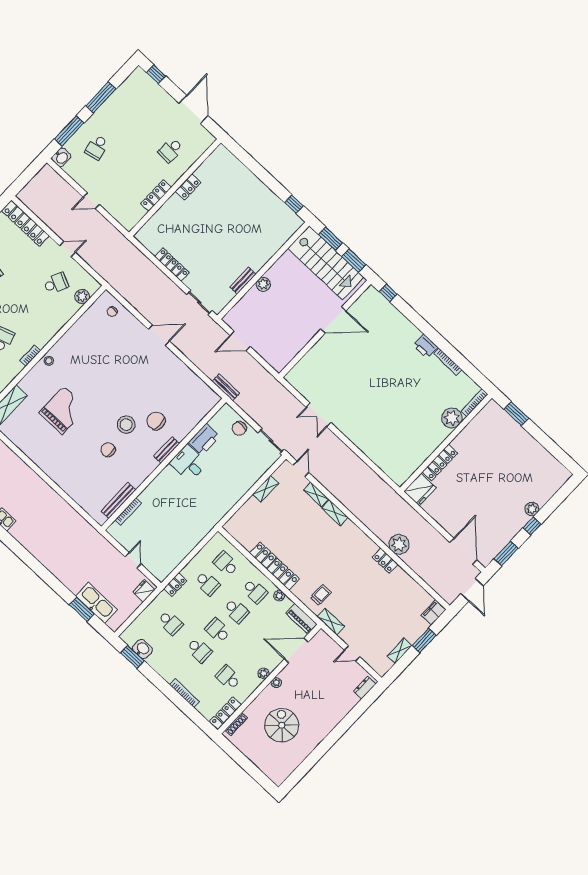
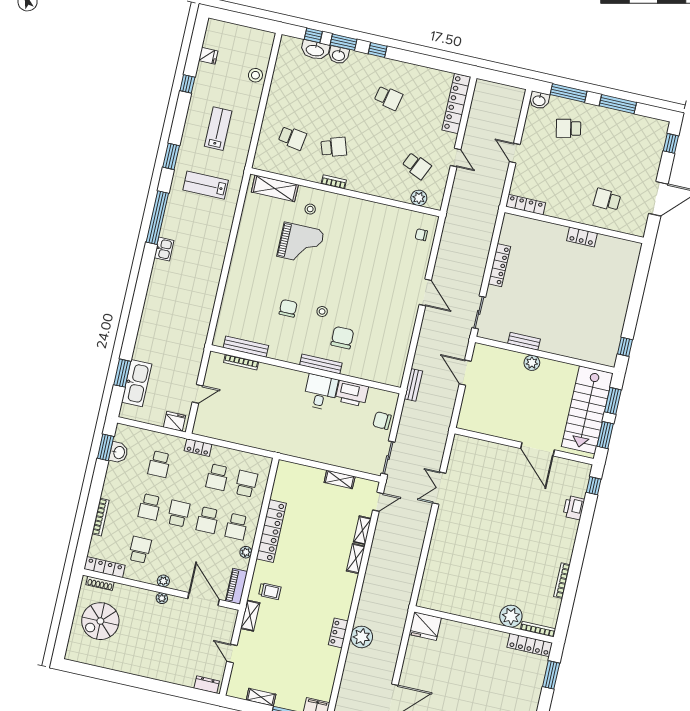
locker: (156, 196) -> (526, 205), moved
printer: (425, 346) -> (574, 508), moved
stool: (49, 361) -> (310, 209), moved
stool: (126, 425) -> (322, 311), width x0.53, depth x0.53
bench: (167, 450) -> (321, 364), width x1.36
locker: (440, 462) -> (530, 645), moved
spiral stairs: (282, 725) -> (100, 621), moved, turned 180

